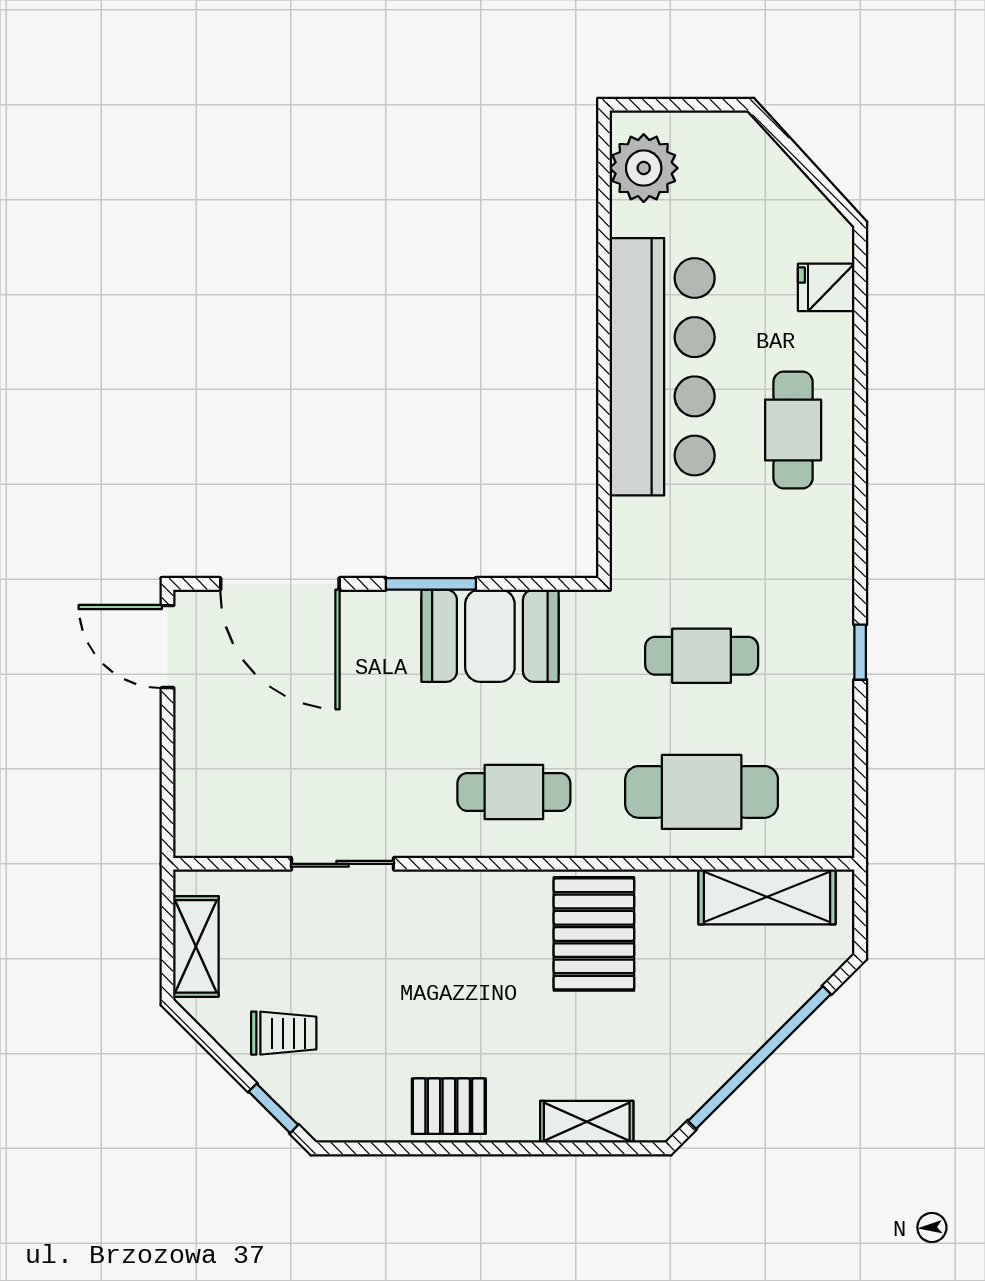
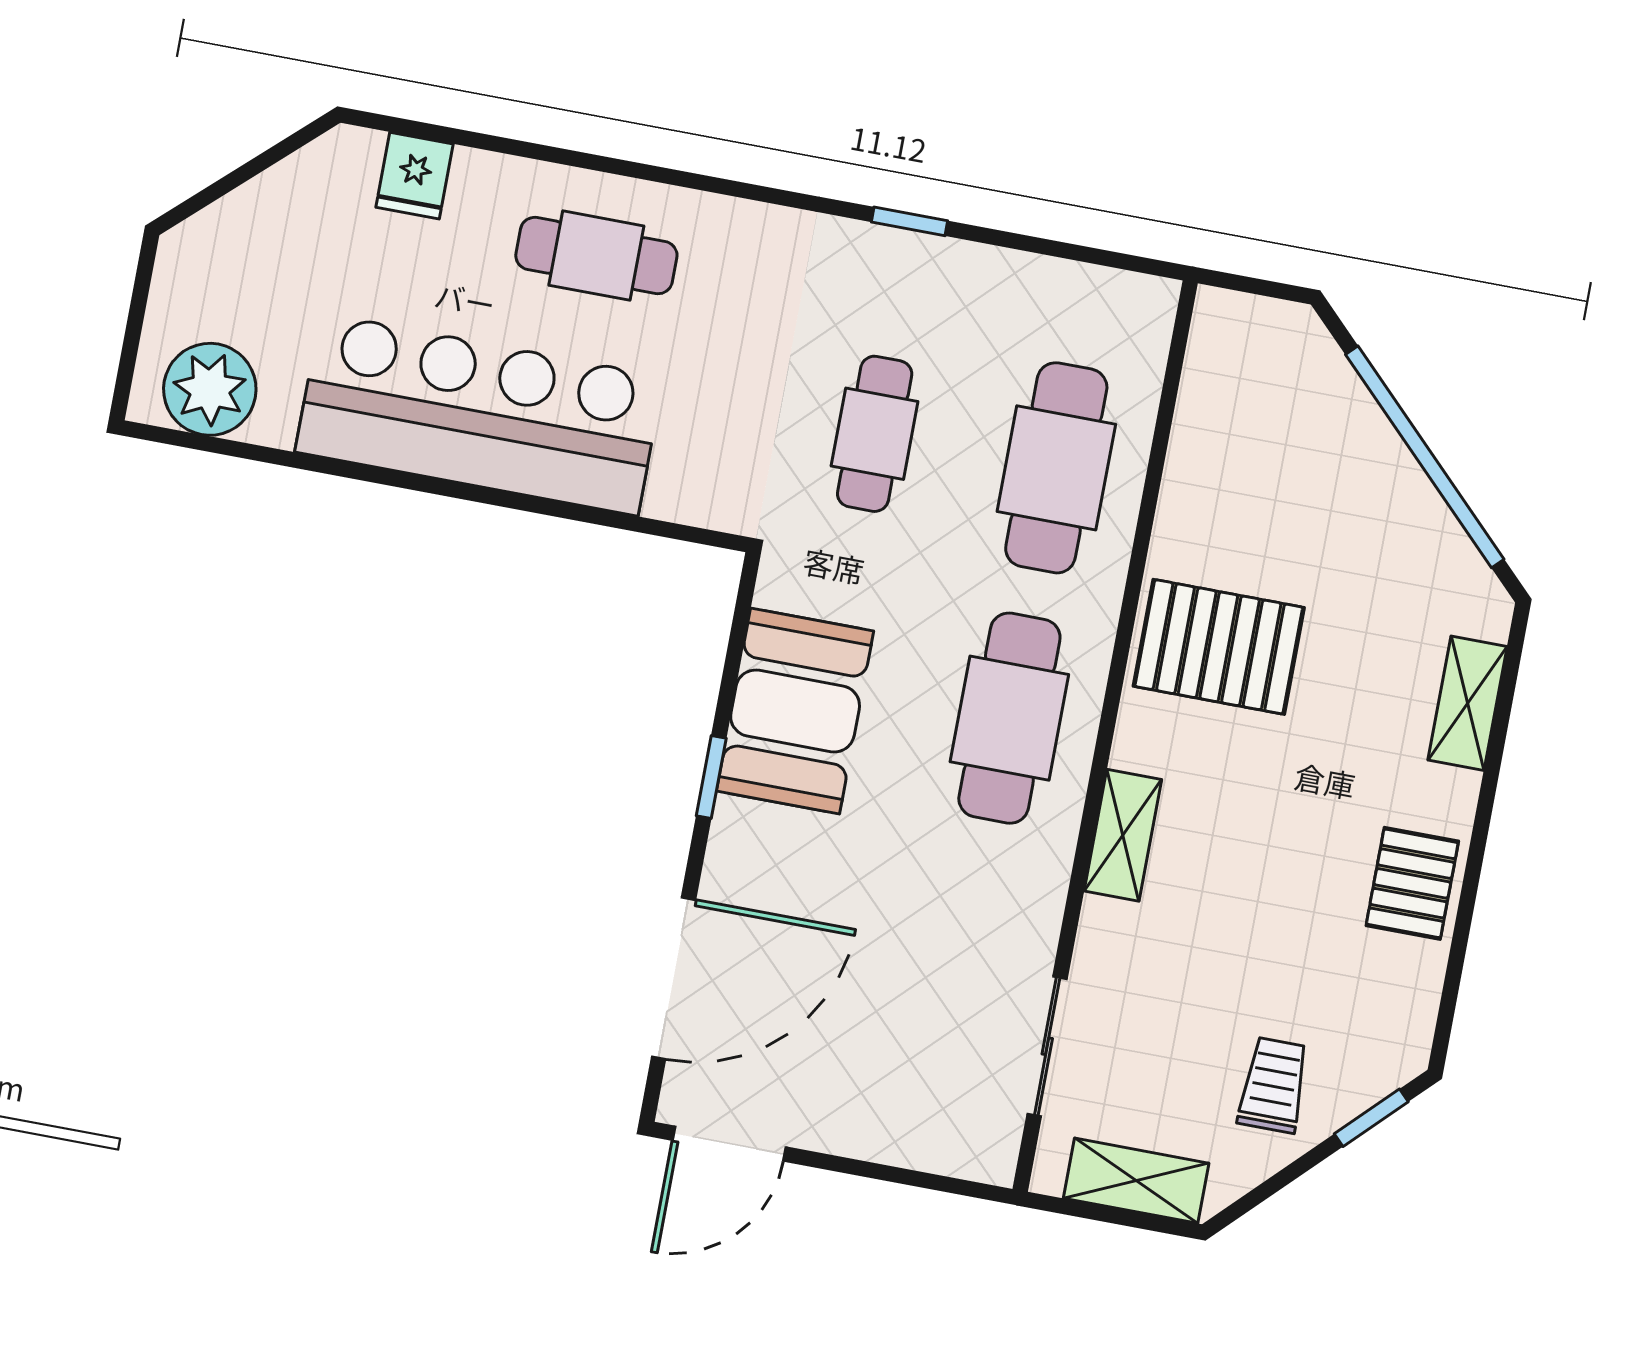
window: (431, 584) -> (711, 777), width x0.67
cafe table: (514, 792) -> (1009, 718), width x1.37, depth x1.35
sliding door: (342, 864) -> (1047, 1046), moved
shelving: (767, 897) -> (1123, 835), moved, width x0.67, depth x0.75

